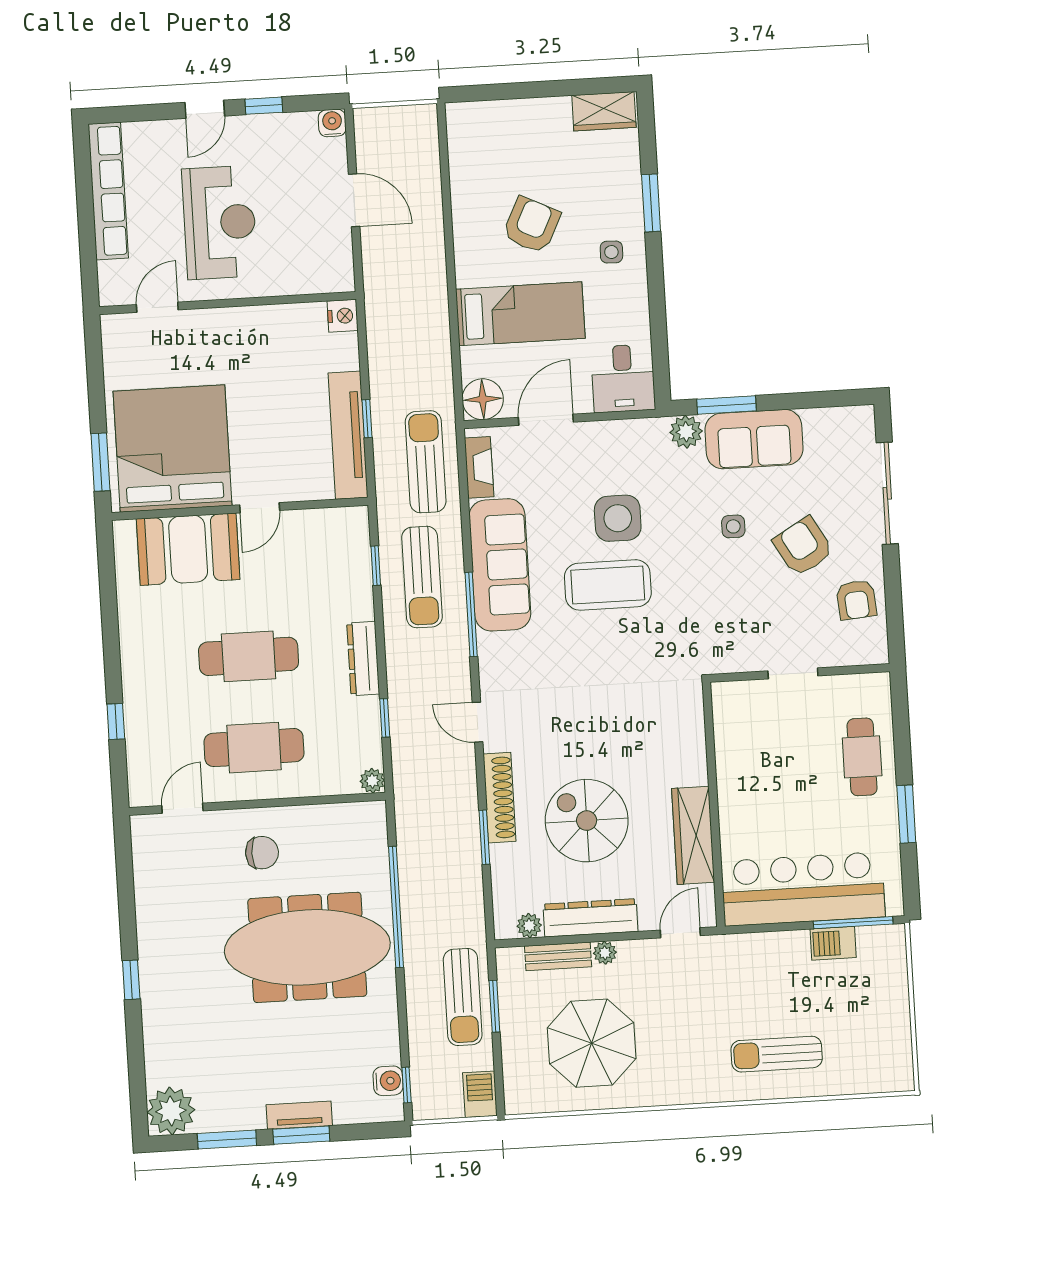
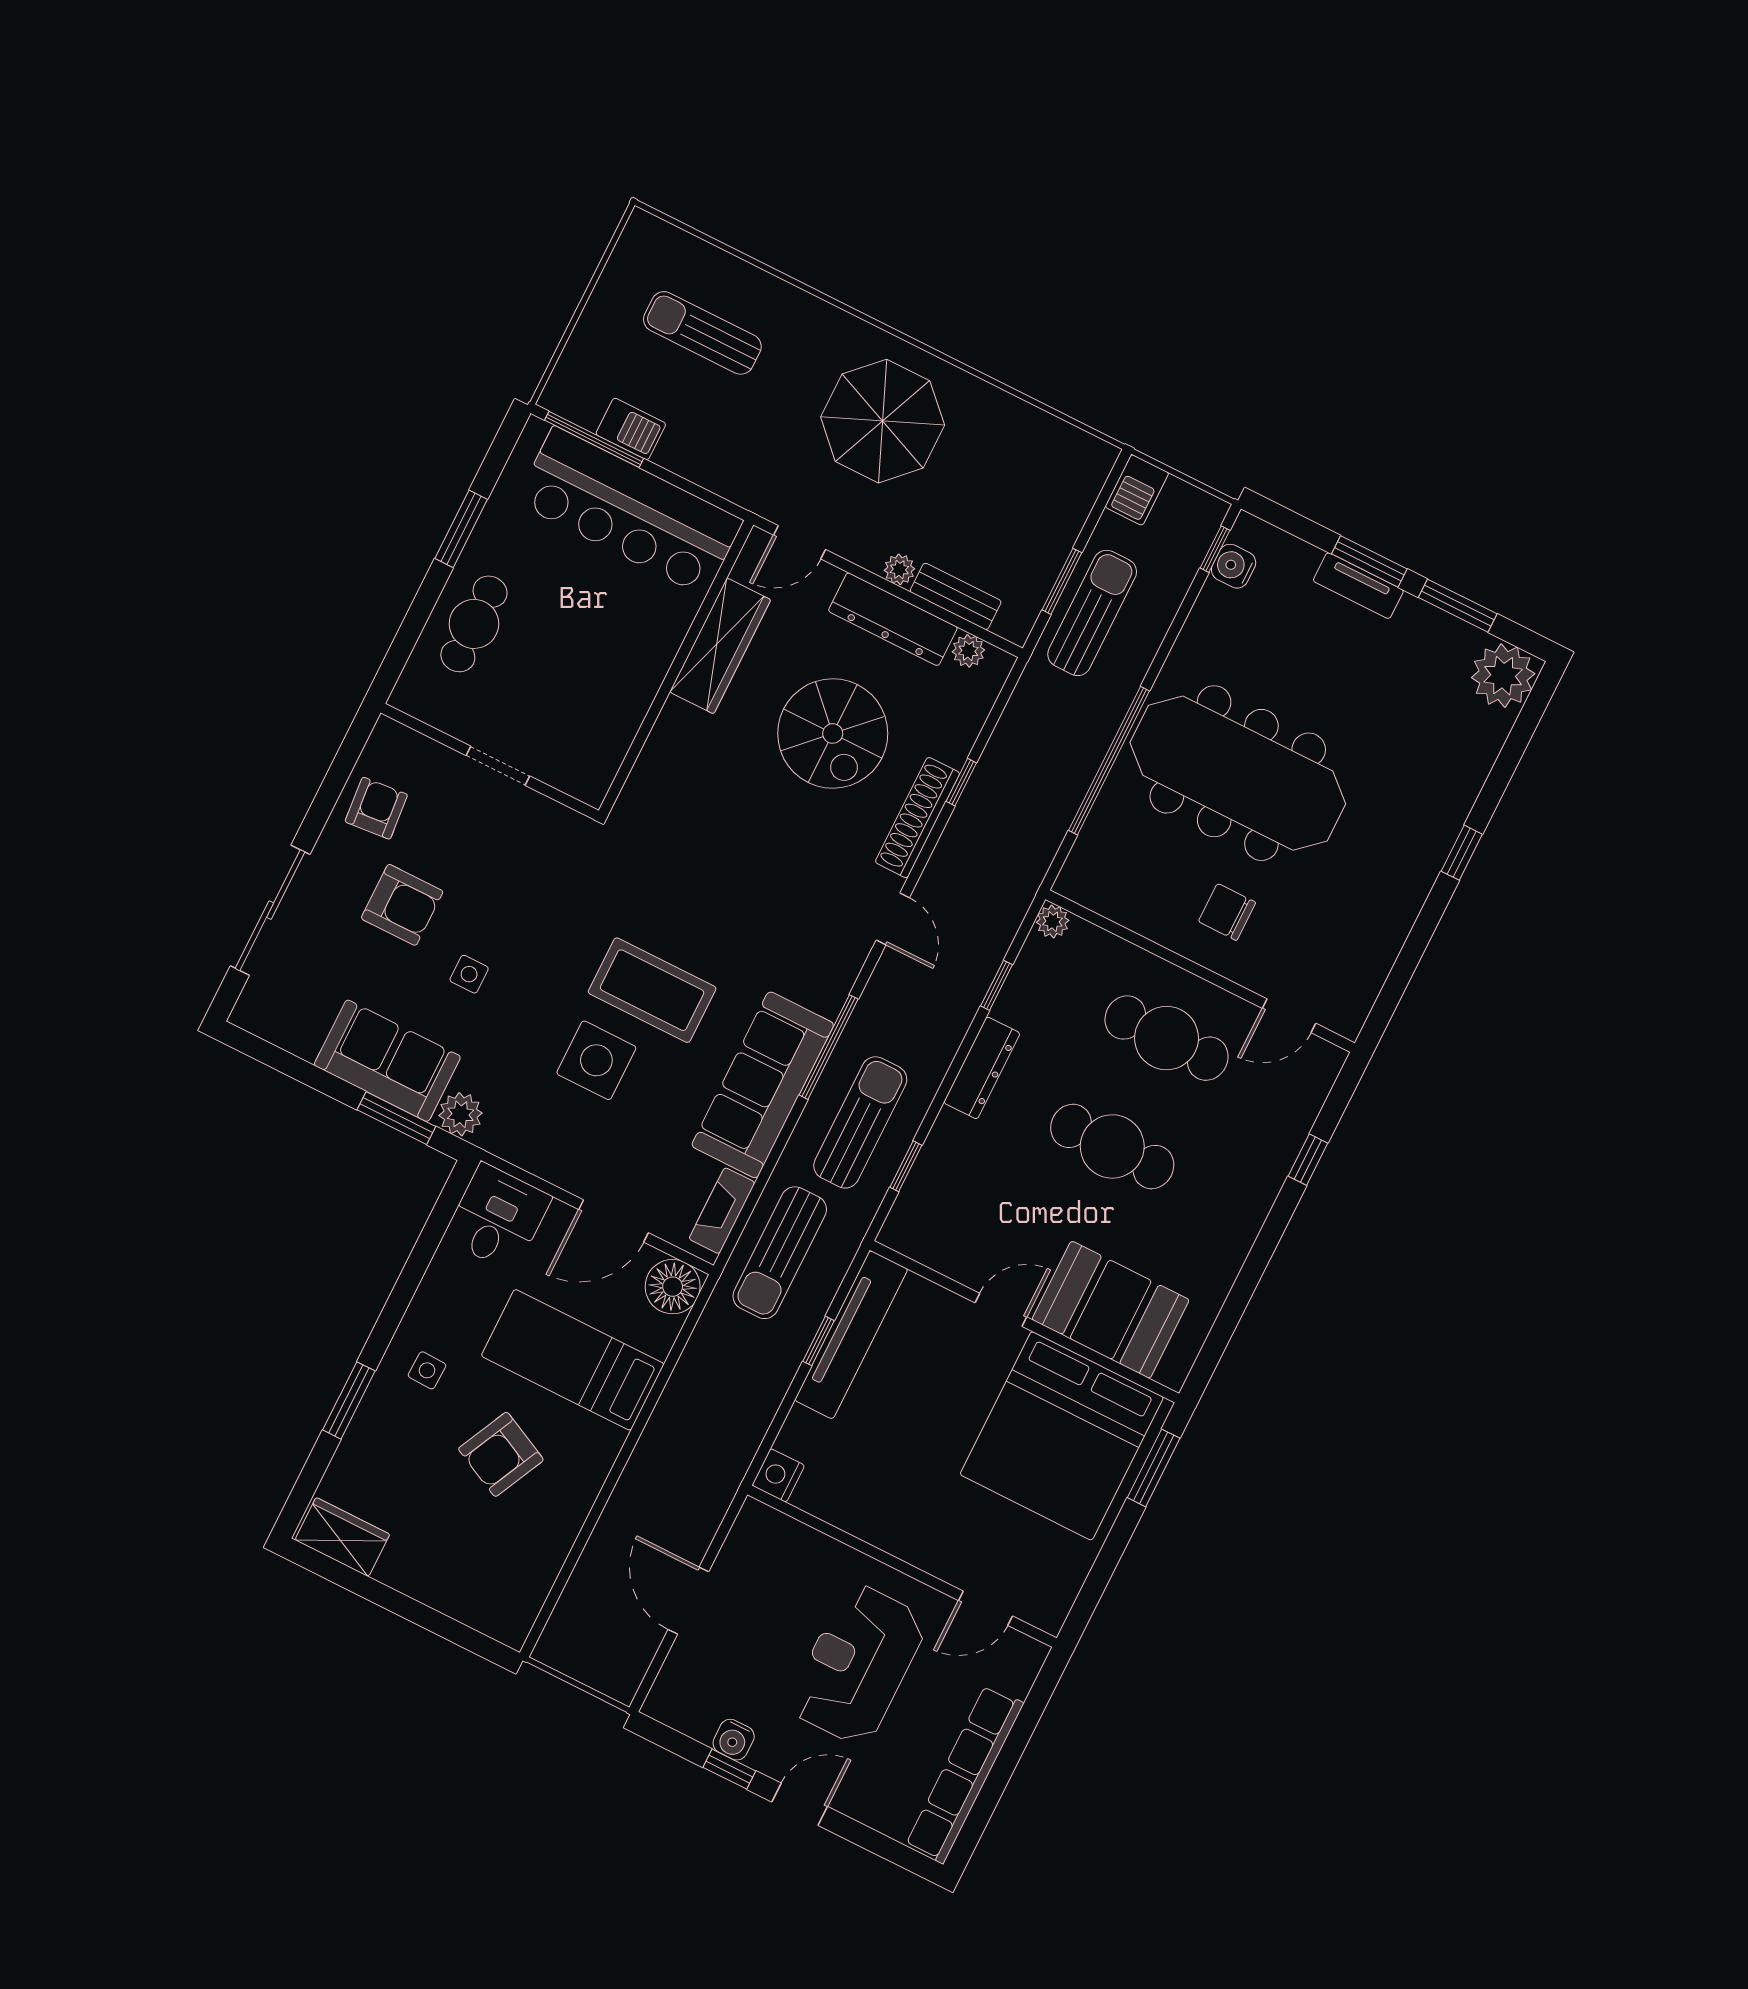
water cooler: (332, 123) -> (734, 1740), moved
armchair: (803, 546) -> (402, 905), turned -60
window: (484, 837) -> (961, 782), width x0.67
parasol: (592, 1043) -> (883, 421), moved
sun lounger: (777, 1054) -> (702, 333), moved, turned 180

